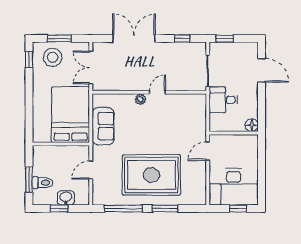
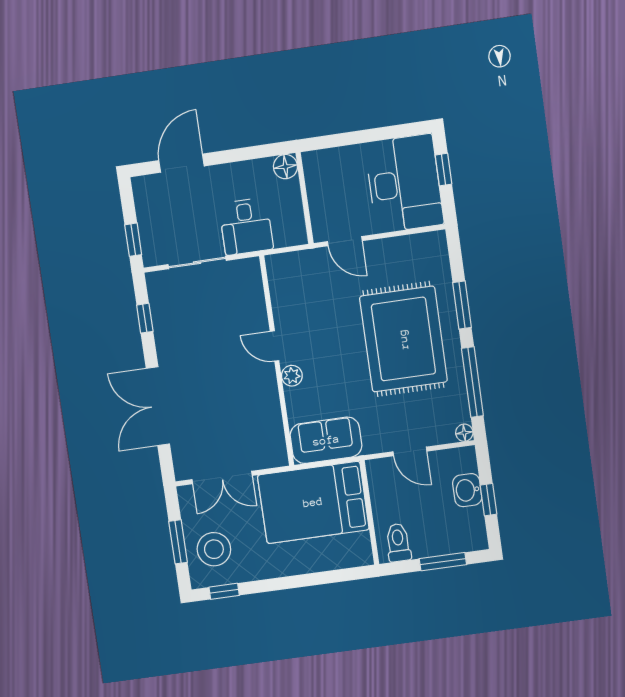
wall: (149, 92) -> (277, 361), moved
door: (157, 92) -> (275, 346), moved
plant: (140, 99) -> (292, 376), moved
toilet: (43, 183) -> (398, 543), moved
floor lamp: (97, 200) -> (464, 433), added

